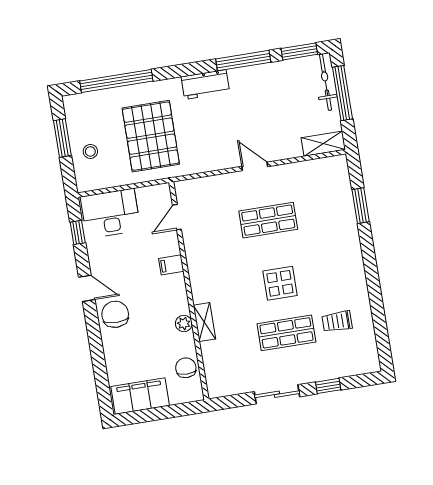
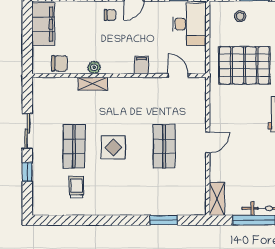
chair: (115, 314) -> (110, 15), width x0.54, depth x0.54

